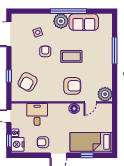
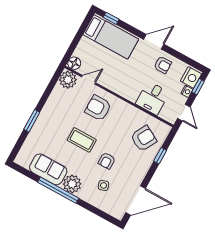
window: (115, 50) -> (32, 121), width x0.69
floor lamp: (74, 109) -> (74, 63), moved
window: (87, 155) -> (111, 18), moved

